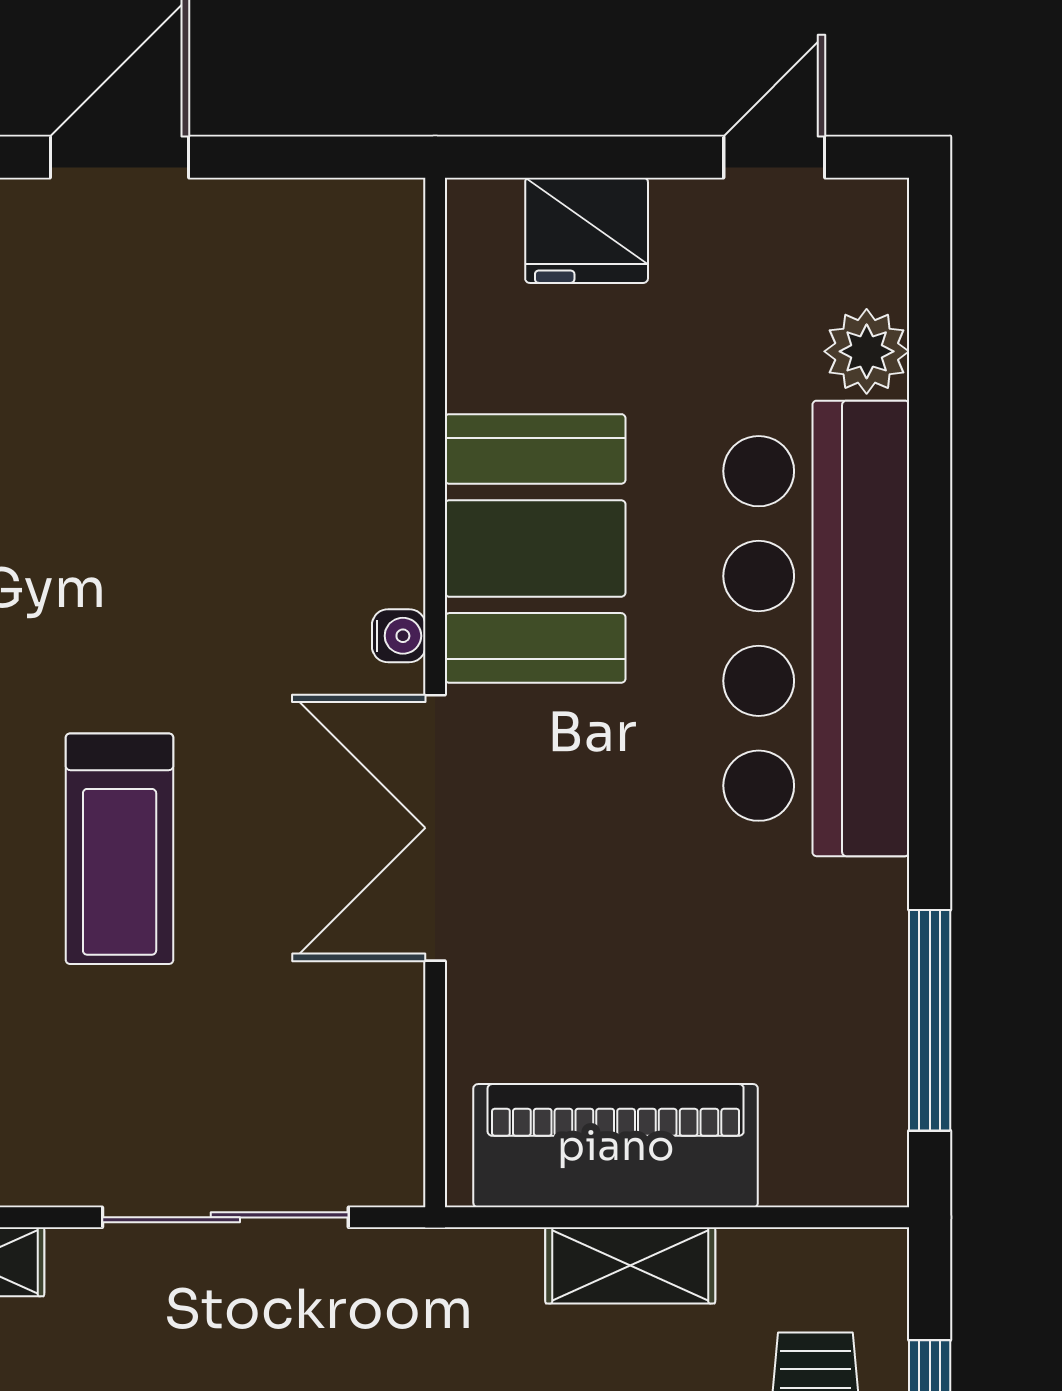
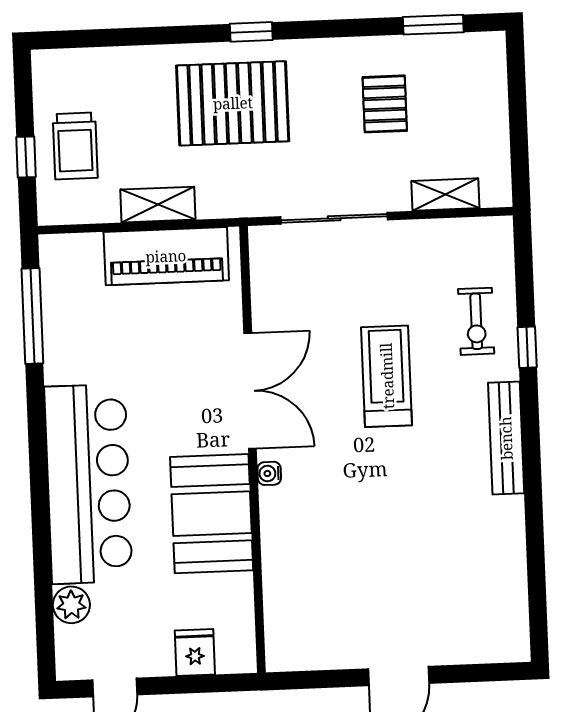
fridge: (587, 230) -> (195, 652), width x0.72

